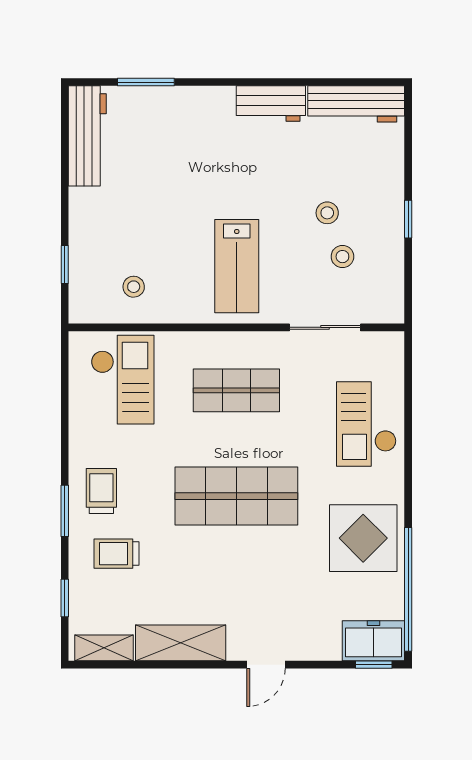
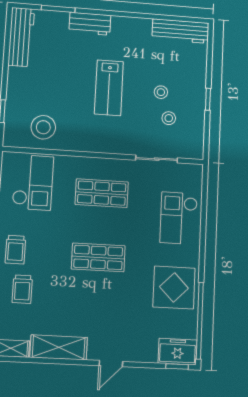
workbench: (271, 104) -> (90, 24), moved
lab bench: (237, 266) -> (109, 88), moved
stool: (134, 287) -> (43, 127), width x1.89, depth x1.89
trolley: (101, 491) -> (15, 250), turned 180
shop shelf: (236, 496) -> (98, 257), width x0.70, depth x0.74
trolley: (117, 554) -> (22, 289), turned -90

